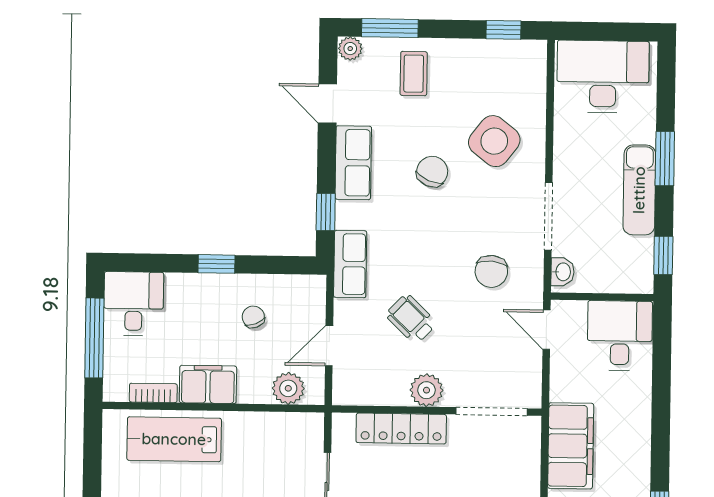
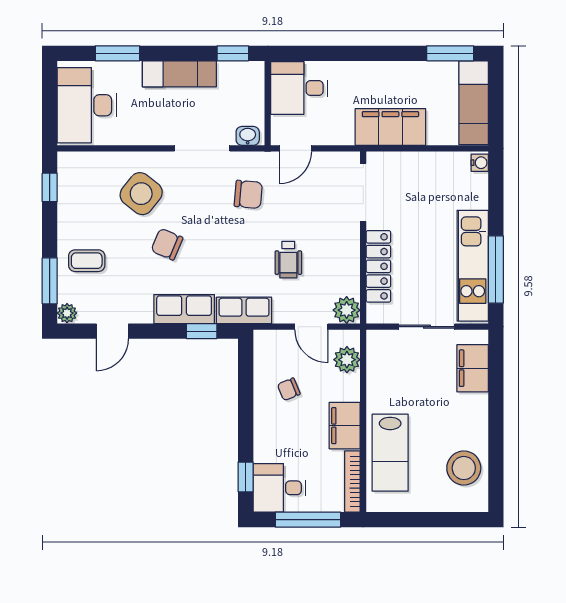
window: (665, 159) -> (118, 53), moved
row of seats: (353, 163) -> (184, 309), moved
window: (216, 264) -> (246, 477), moved
wheelchair: (411, 319) -> (288, 260), turned -44
plant: (426, 390) -> (347, 310), moved
bookcase: (153, 393) -> (352, 481), width x1.56

